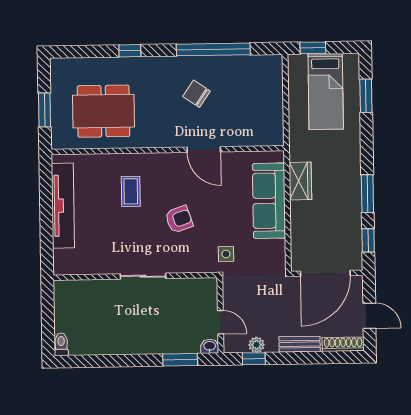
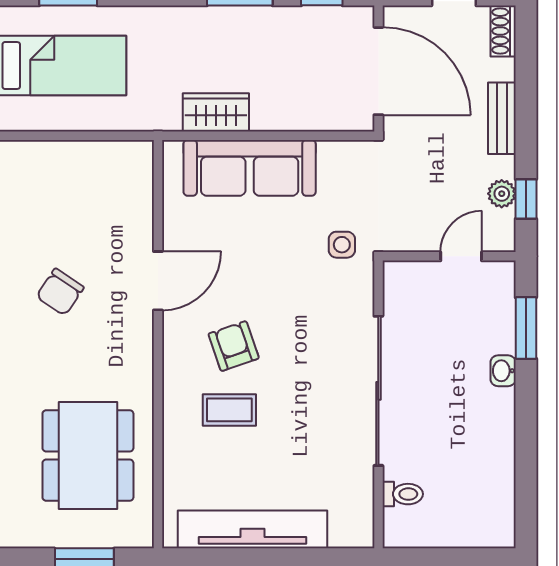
armchair: (179, 219) -> (234, 346), moved
sliding door: (143, 276) -> (378, 391), width x1.86
toilet: (61, 344) -> (403, 494), moved, turned 180
shoe rack: (343, 344) -> (503, 31), width x0.70
washbasin: (210, 346) -> (503, 371), moved

